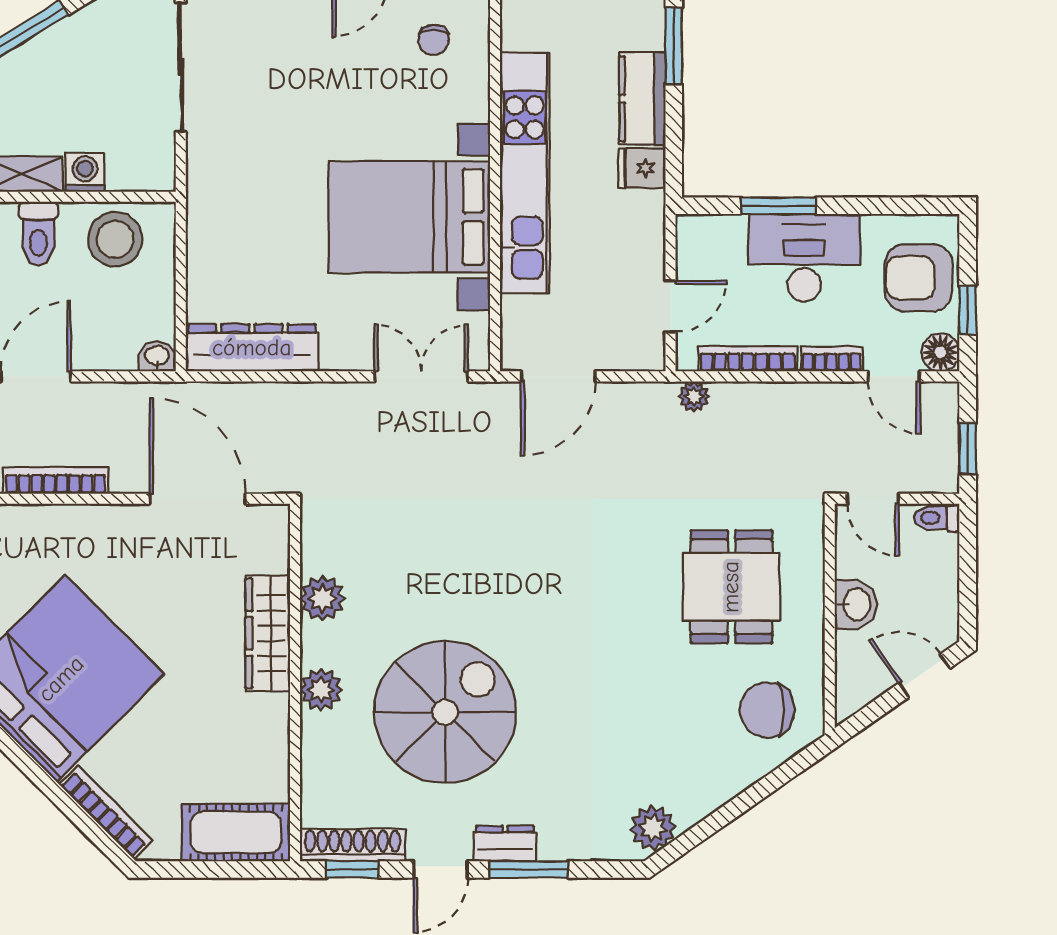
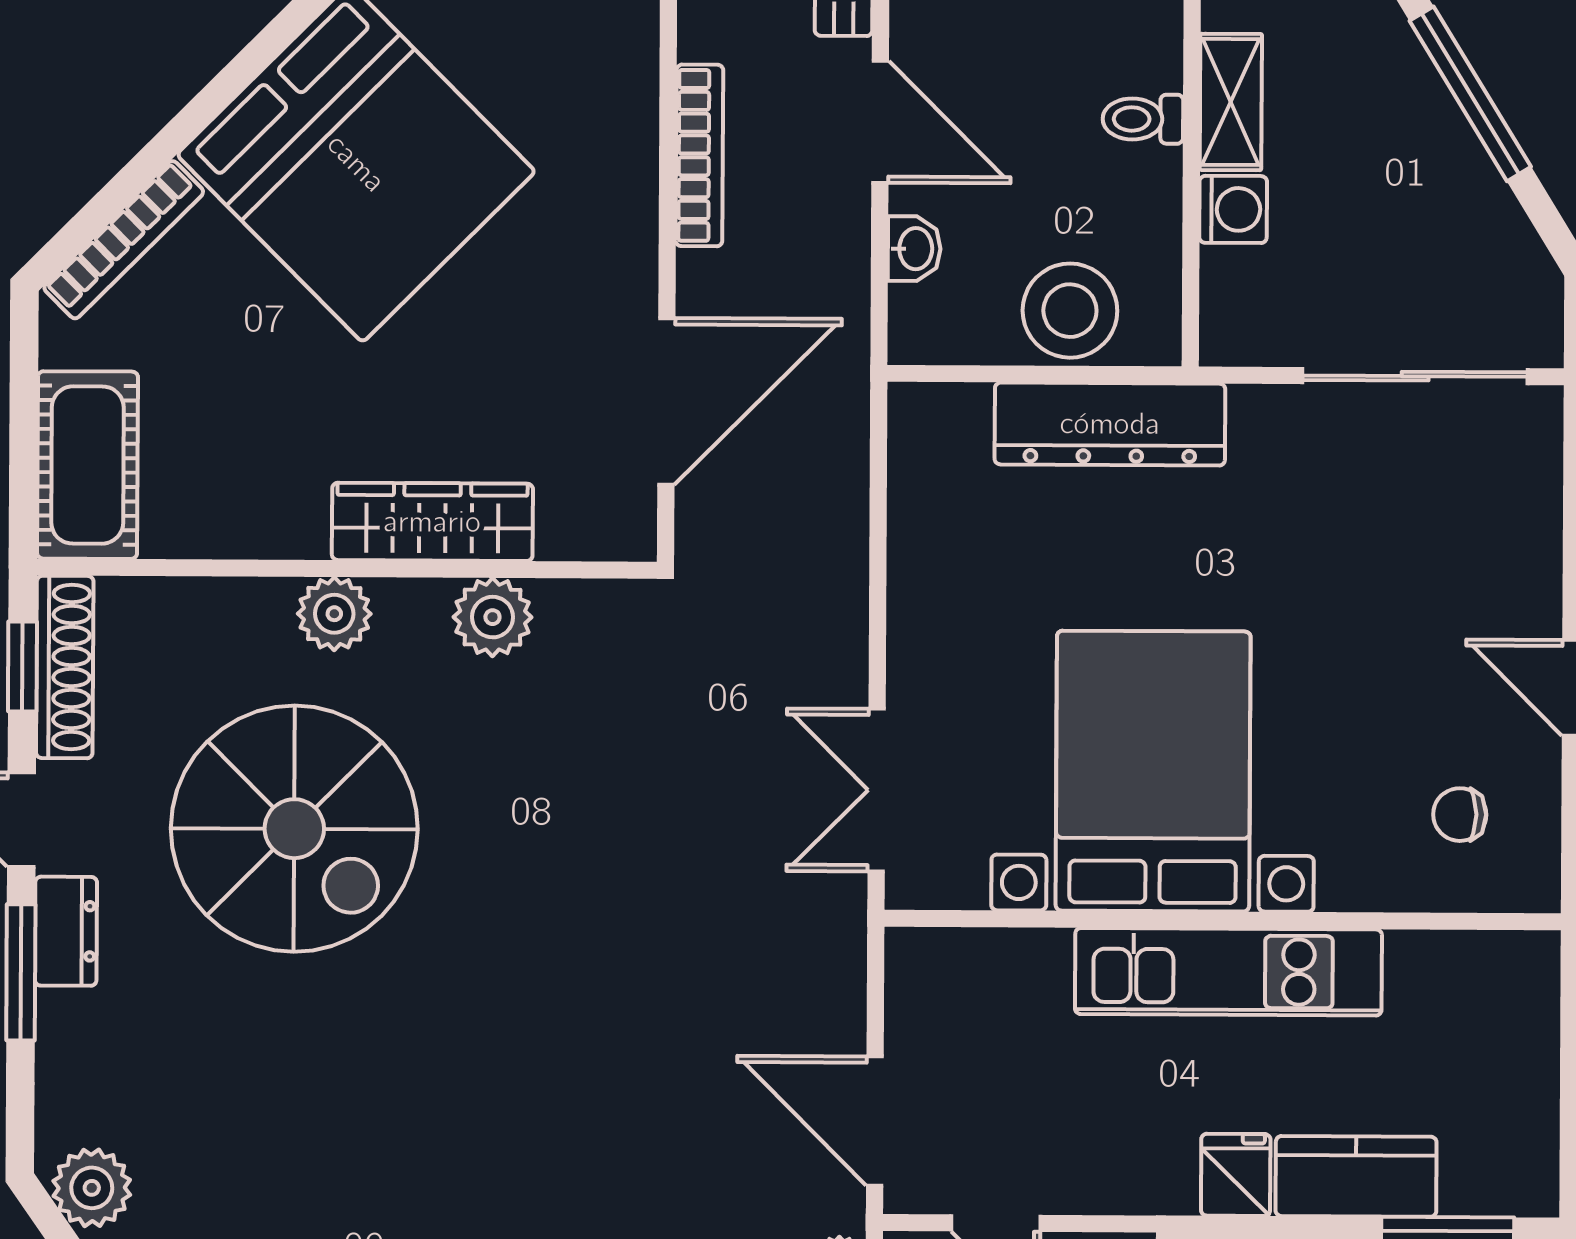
kitchen unit: (525, 173) -> (1228, 972), width x0.73
toilet: (38, 234) -> (1143, 119), width x0.73, depth x0.72
stool: (115, 239) -> (1070, 311), moved
dresser: (252, 348) -> (1110, 424), moved, turned 90
washbasin: (157, 356) -> (914, 249), moved
double door: (421, 376) -> (877, 790), swing flipped
door: (558, 376) -> (875, 1121), moved

